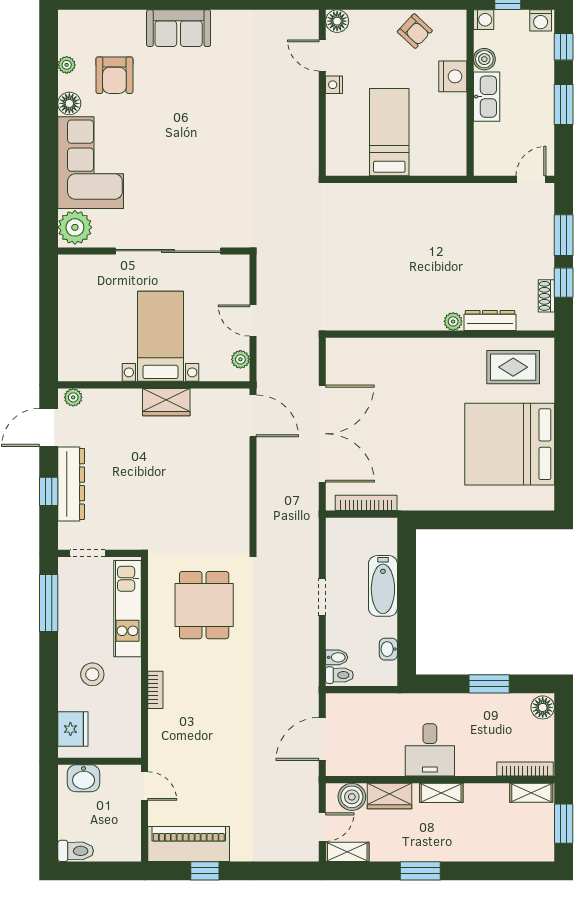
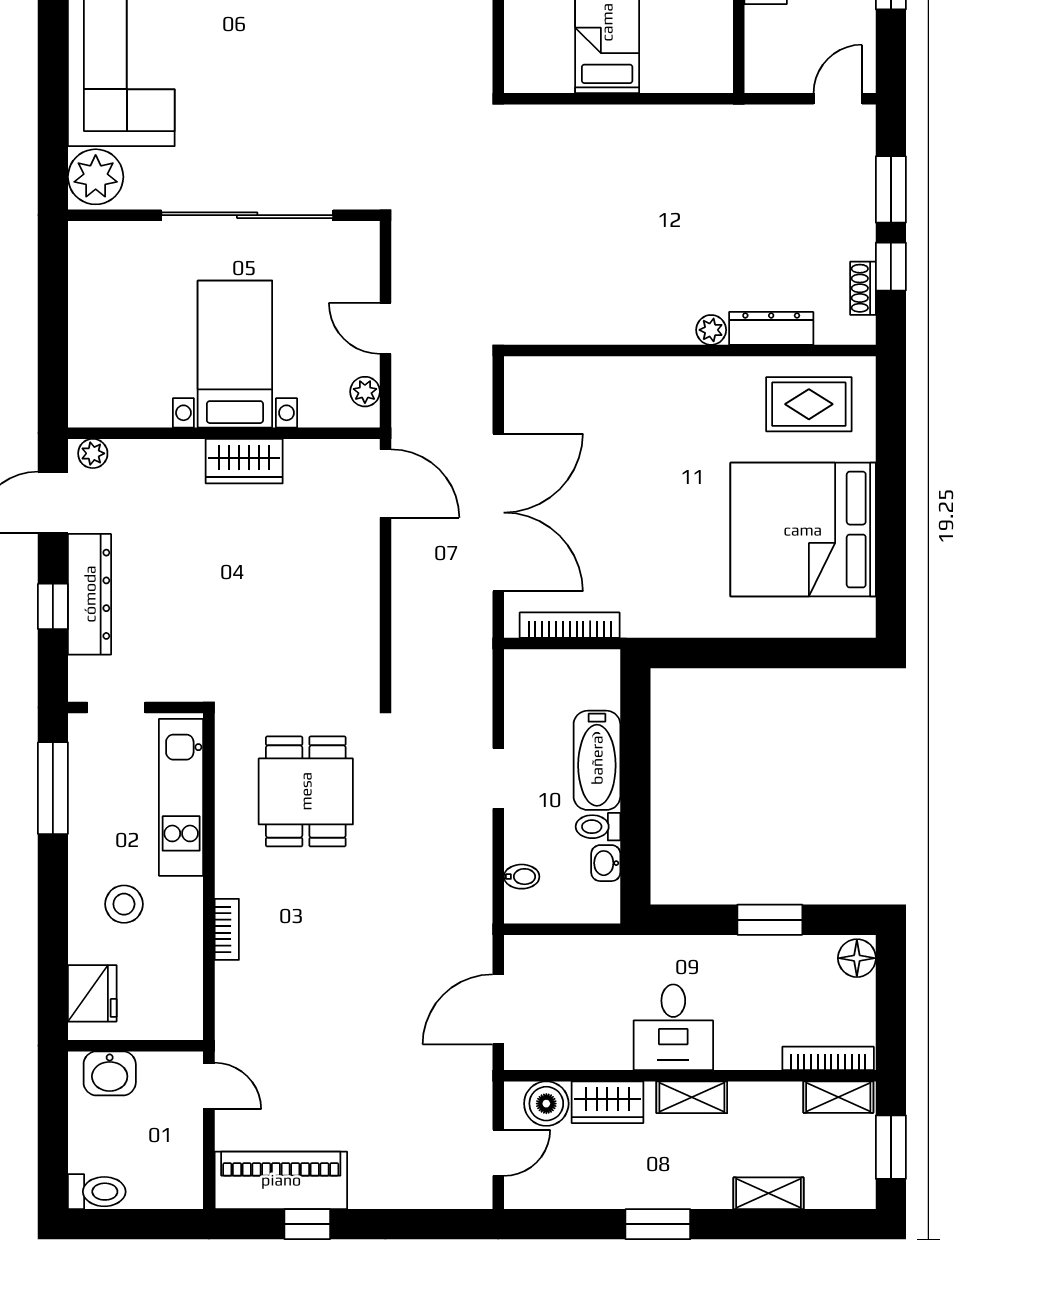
toilet: (339, 675) -> (598, 827), moved, turned 180
shelving: (347, 852) -> (769, 1193), moved

